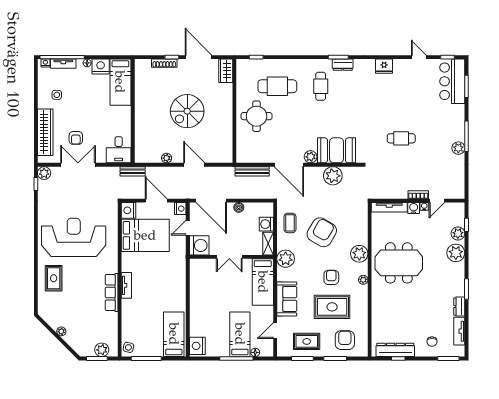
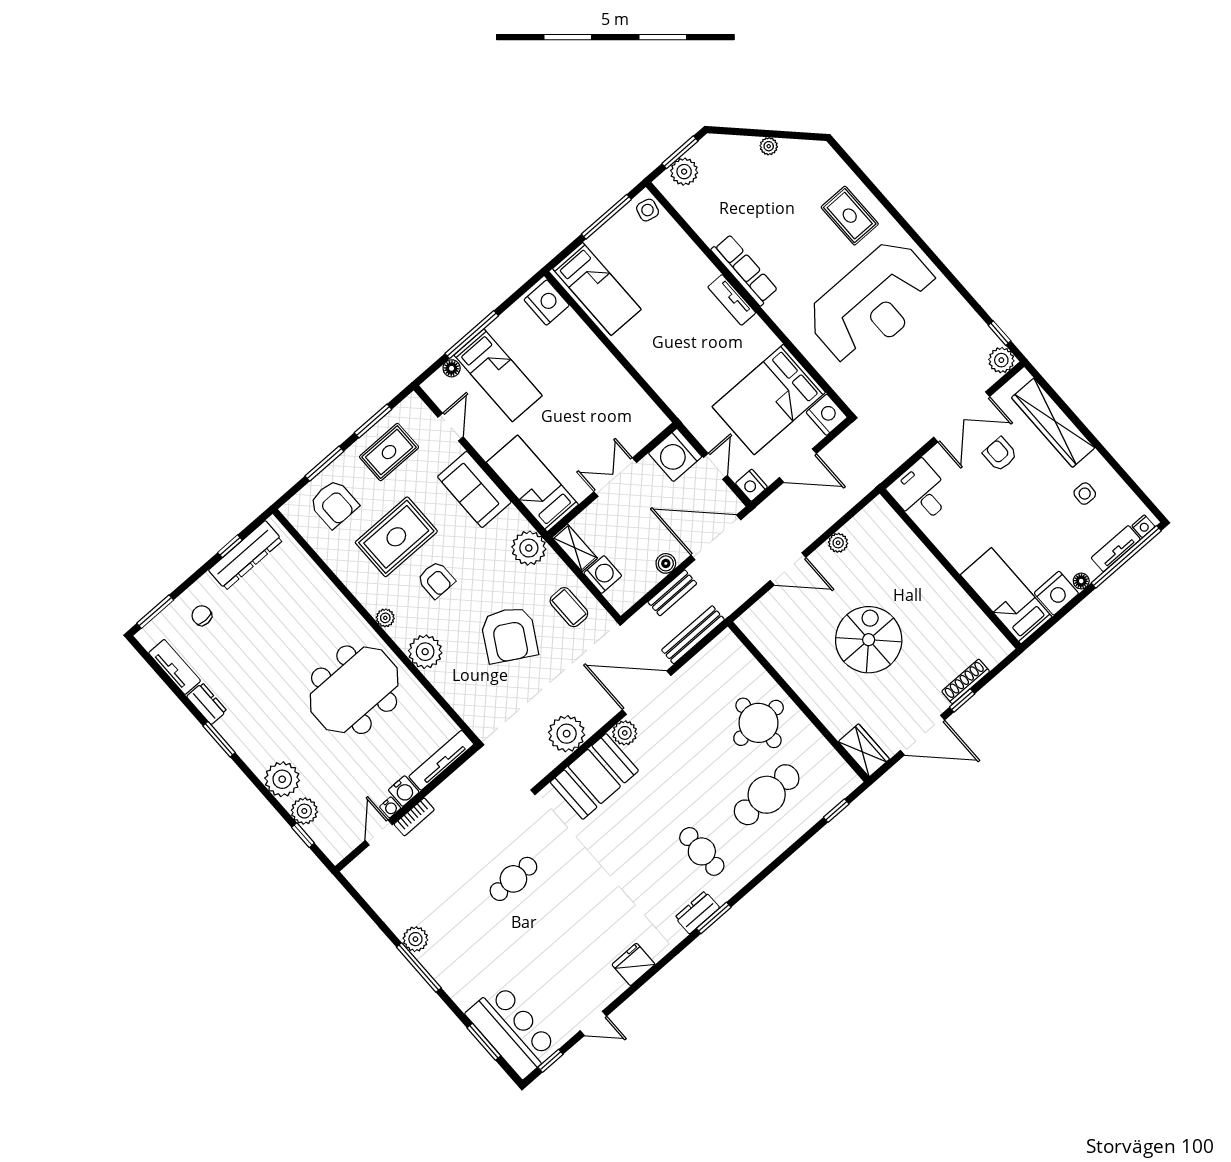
bench: (133, 171) -> (672, 593), moved

